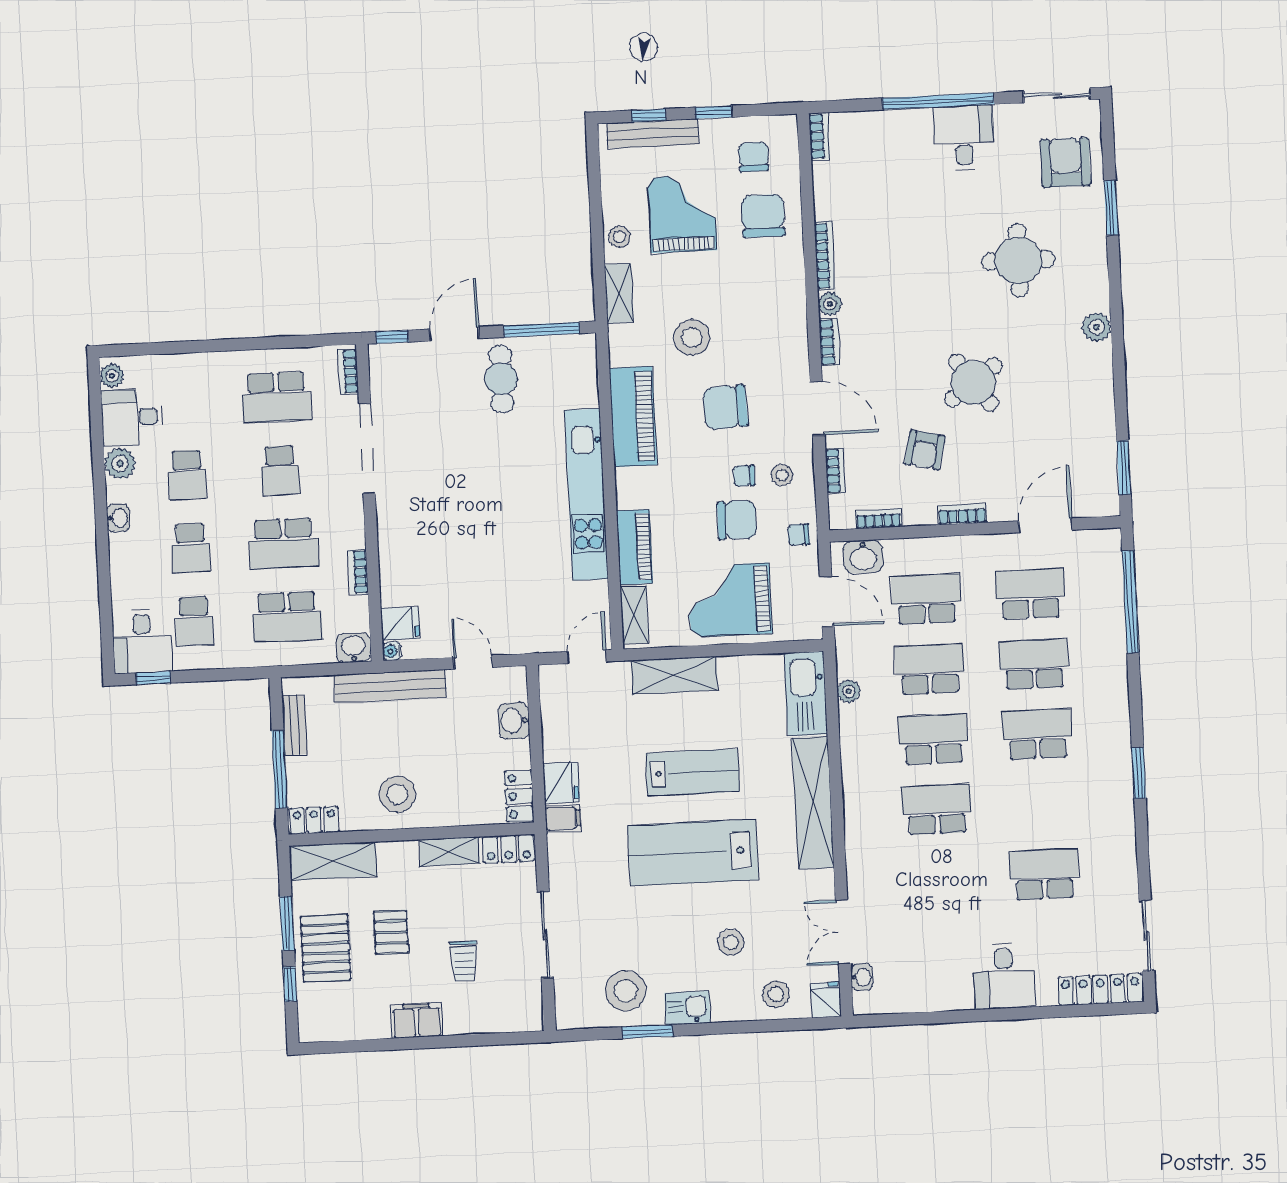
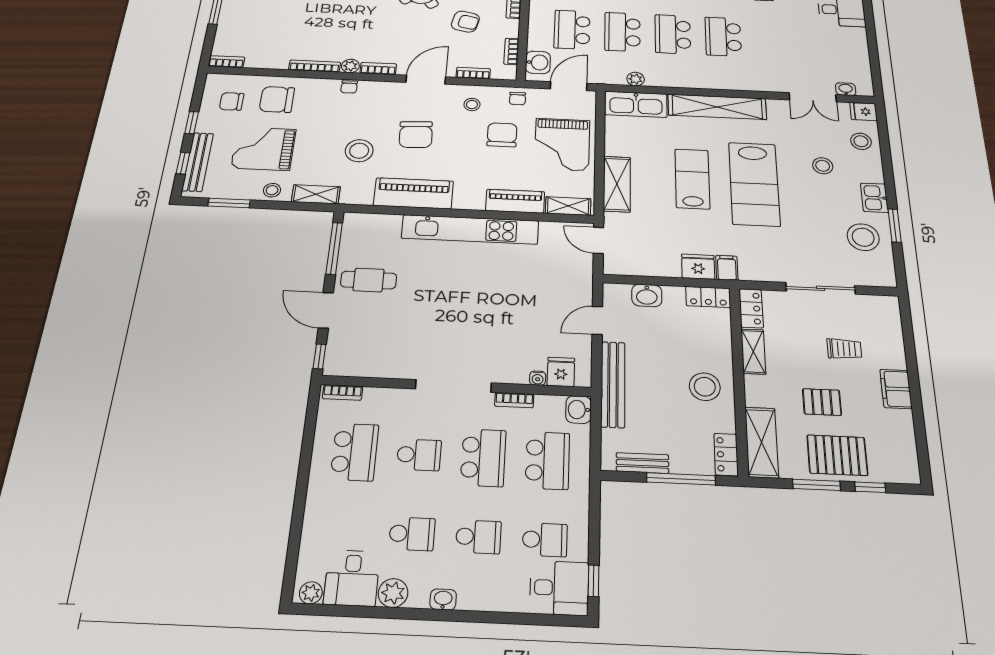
window: (595, 187) -> (229, 203), added
doorway: (367, 449) -> (453, 386), moved
chair: (744, 476) -> (349, 87), moved
water cooler: (392, 651) -> (538, 378), moved

